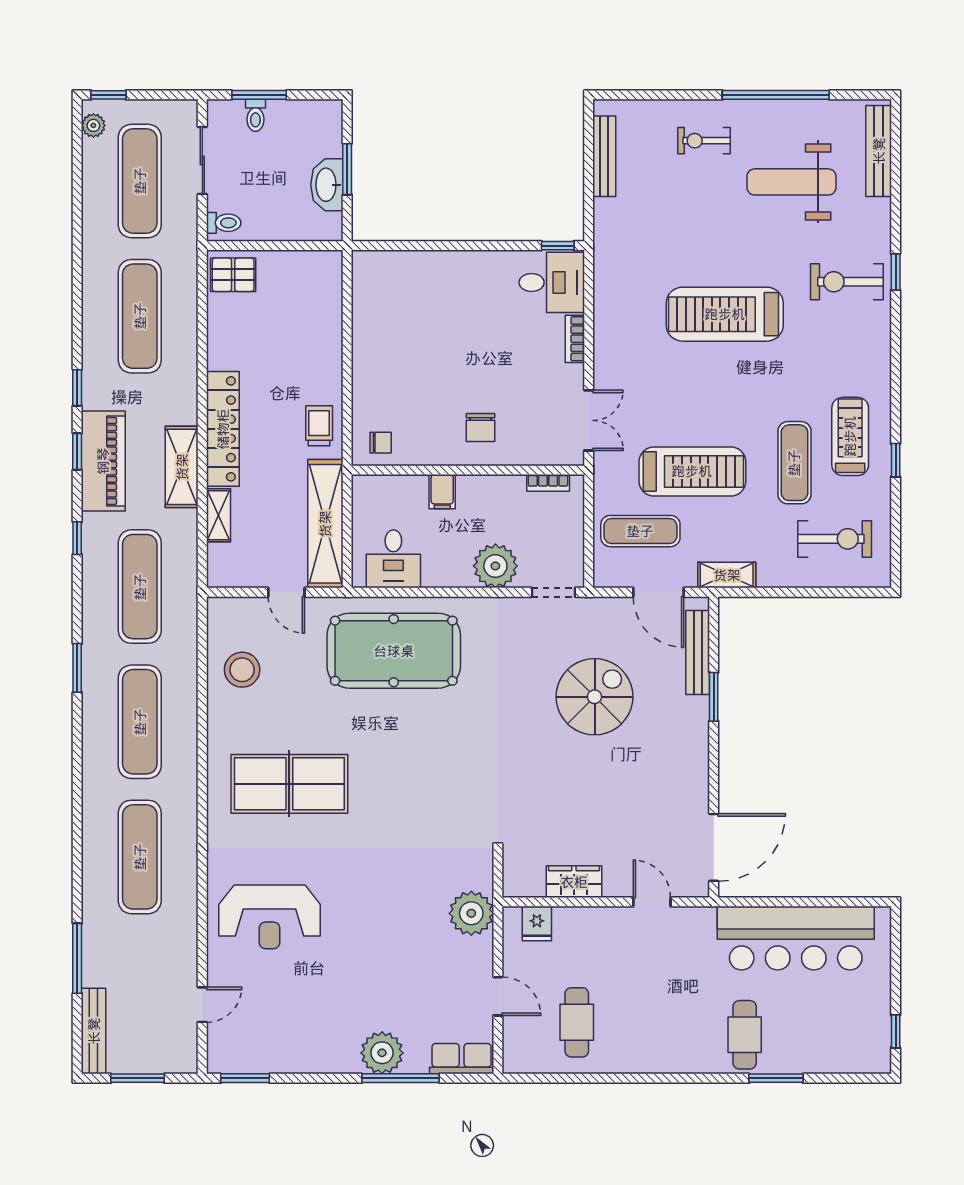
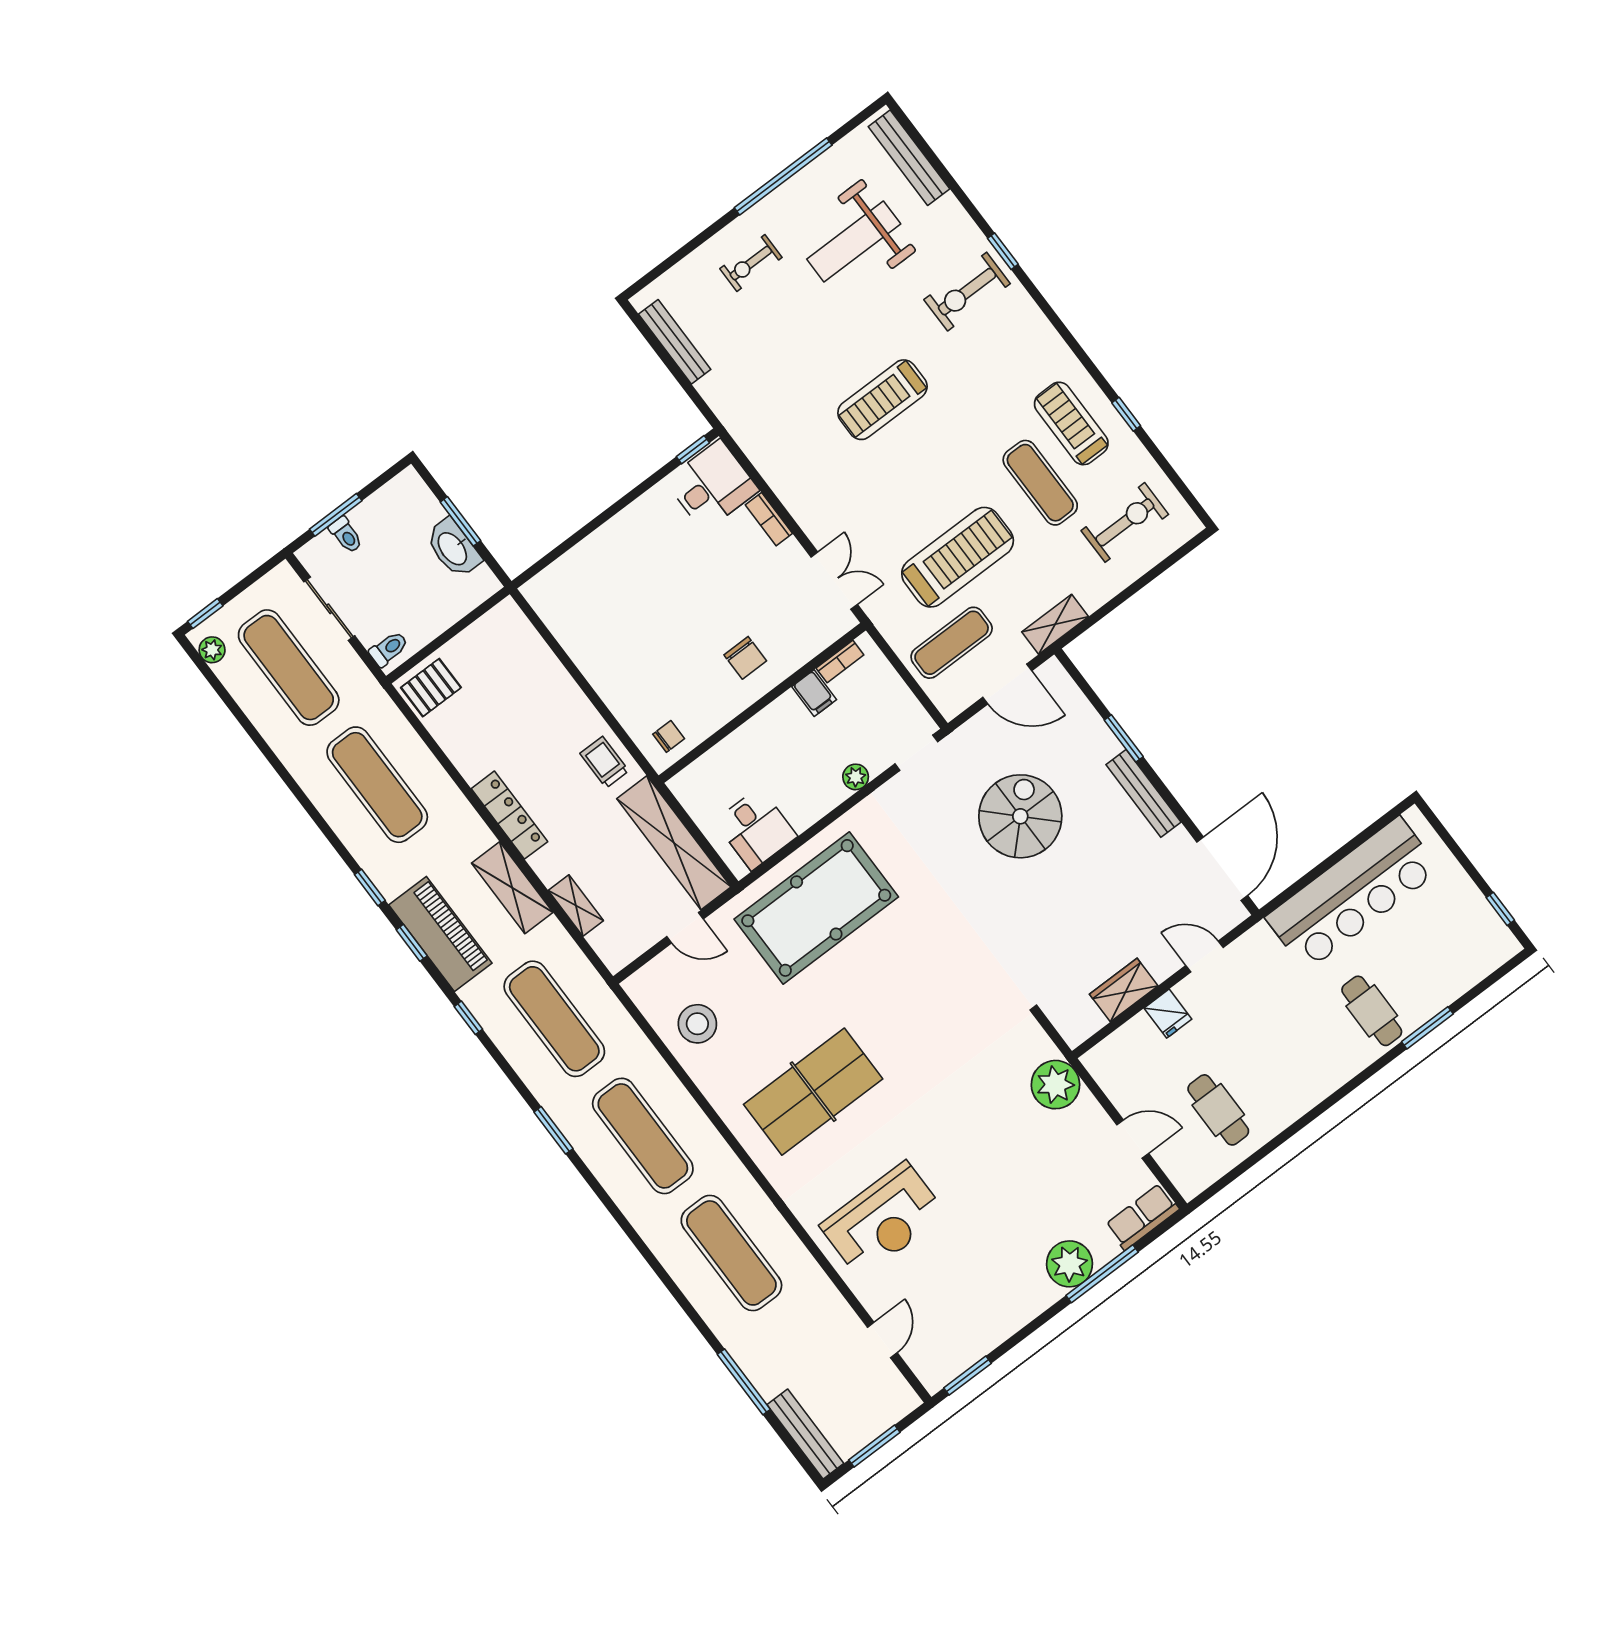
treadmill: (725, 314) -> (882, 400), width x0.73, depth x0.73
locker: (223, 429) -> (509, 815), width x0.71, depth x0.83
filing cabinet: (442, 492) -> (814, 693), moved
plant: (495, 566) -> (856, 777), width x0.53, depth x0.53
bench: (698, 653) -> (1143, 793), moved
fridge: (537, 924) -> (1168, 1014), moved

